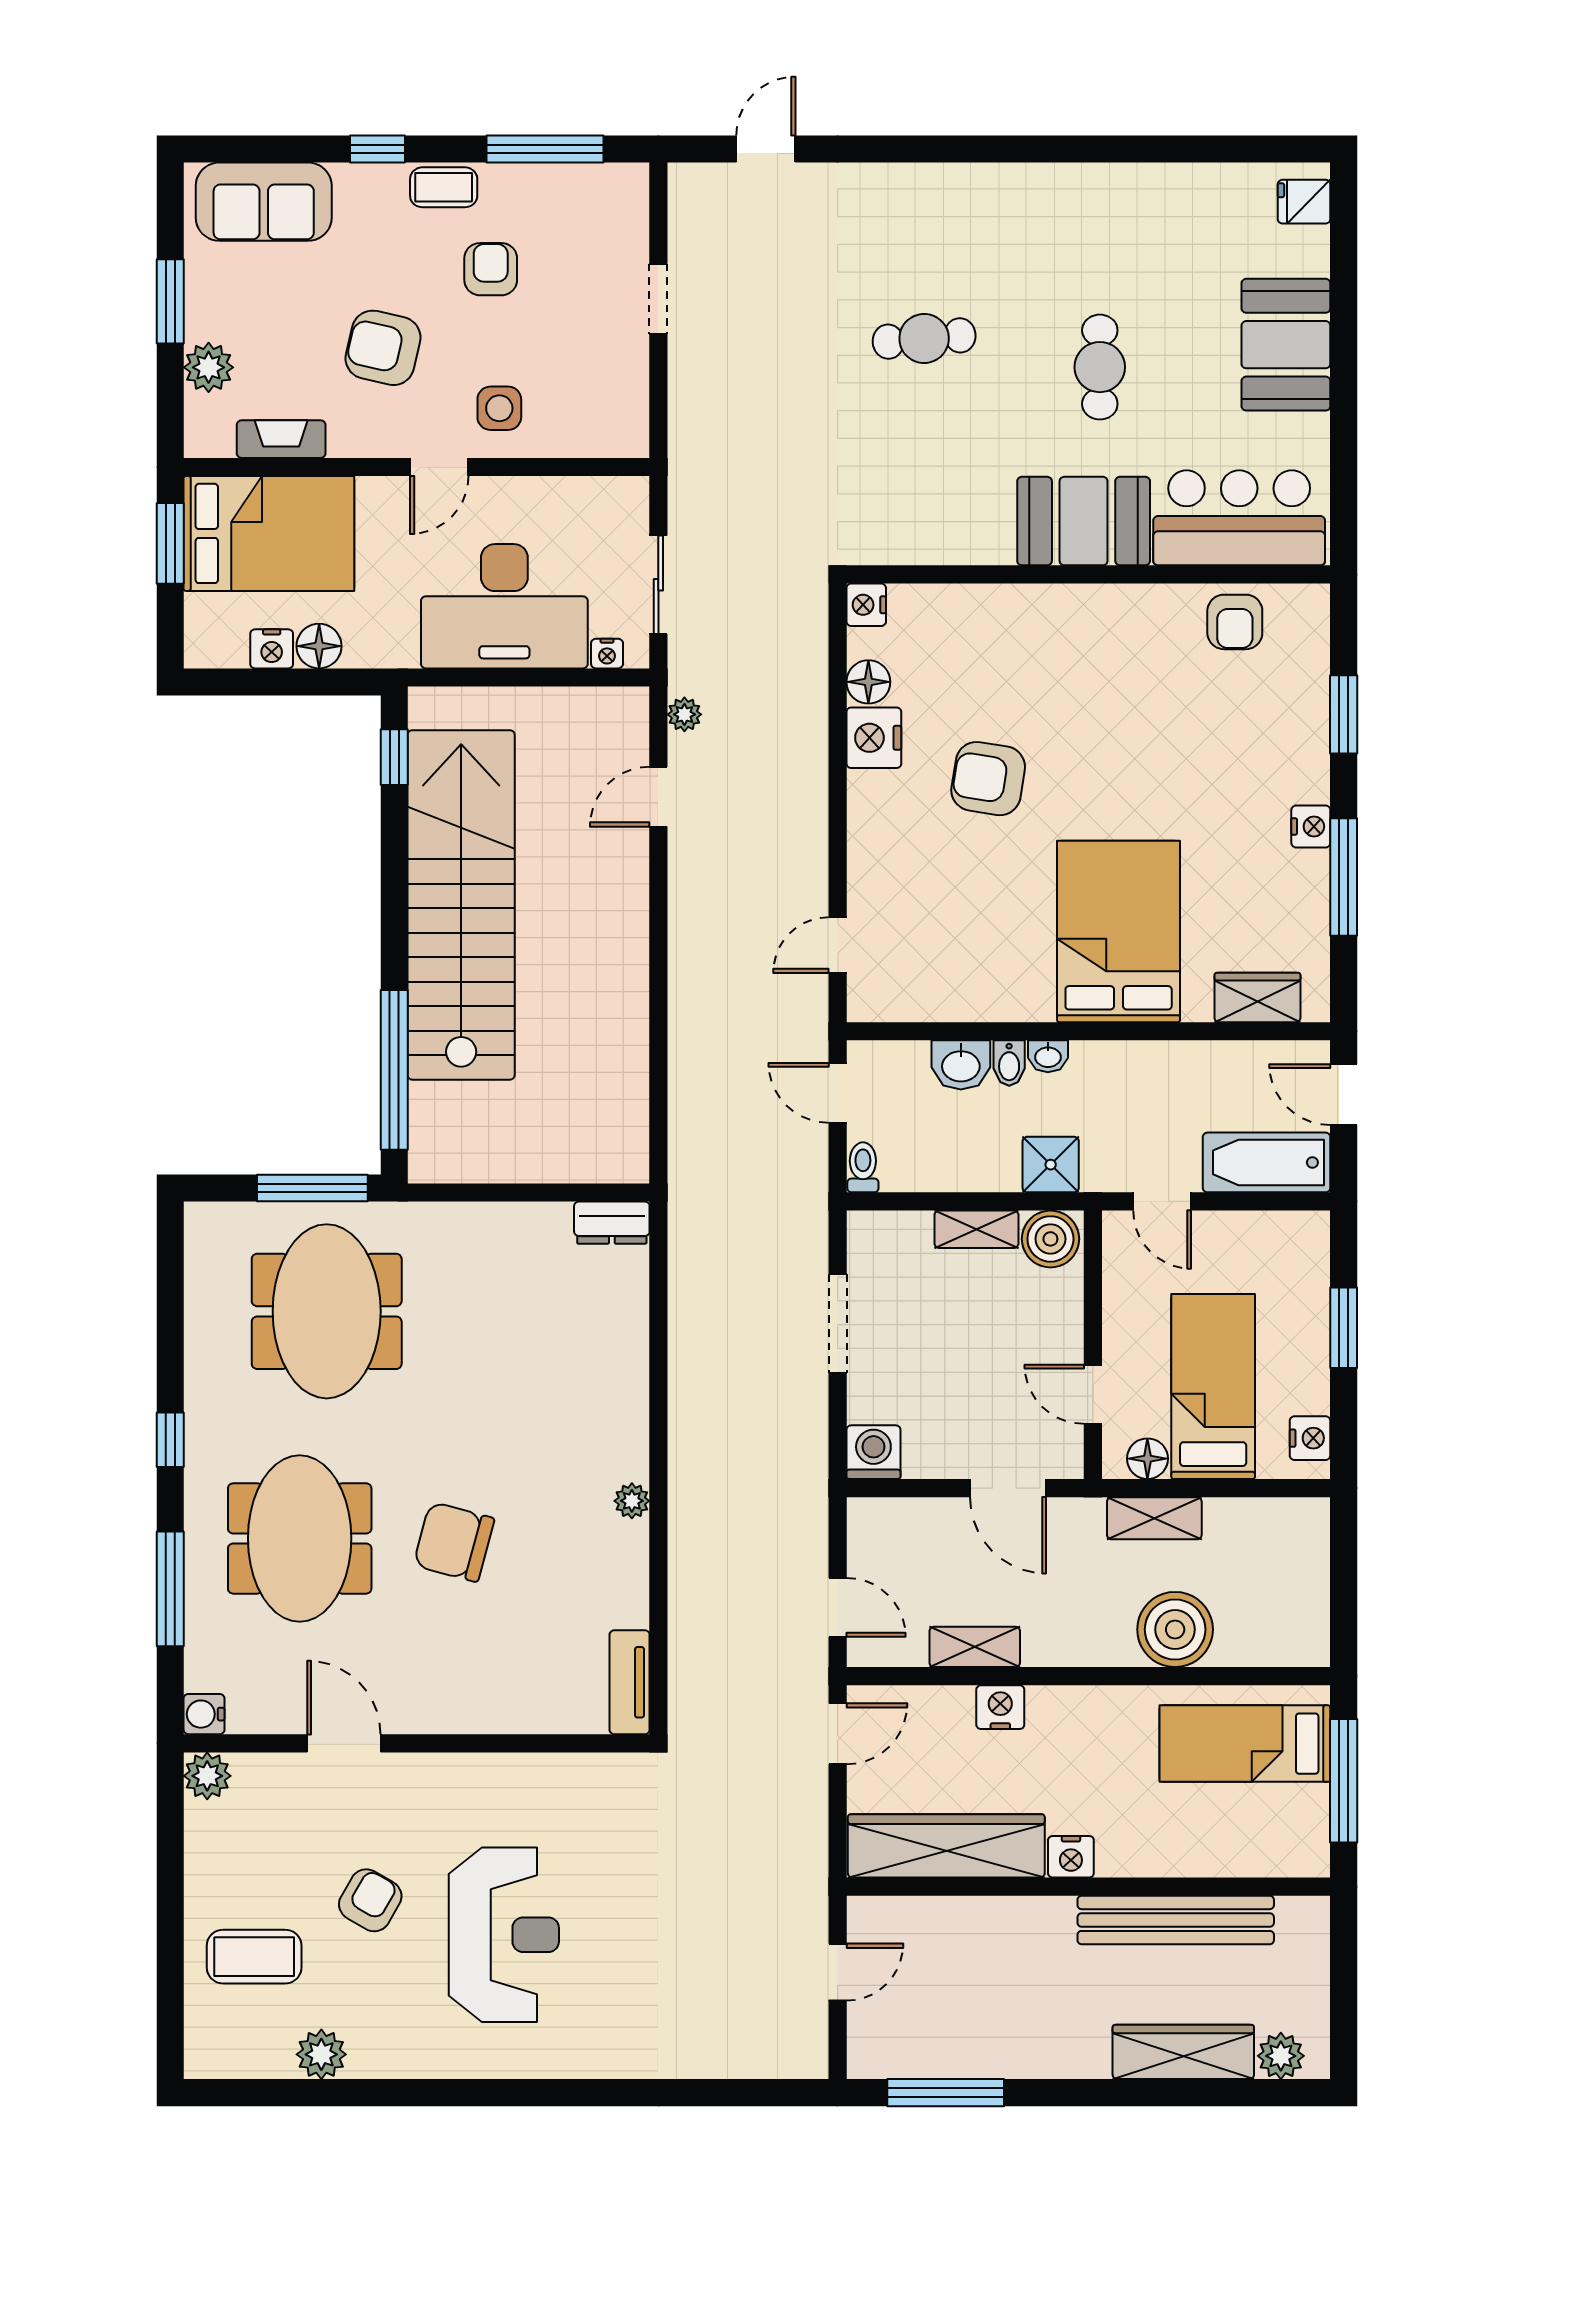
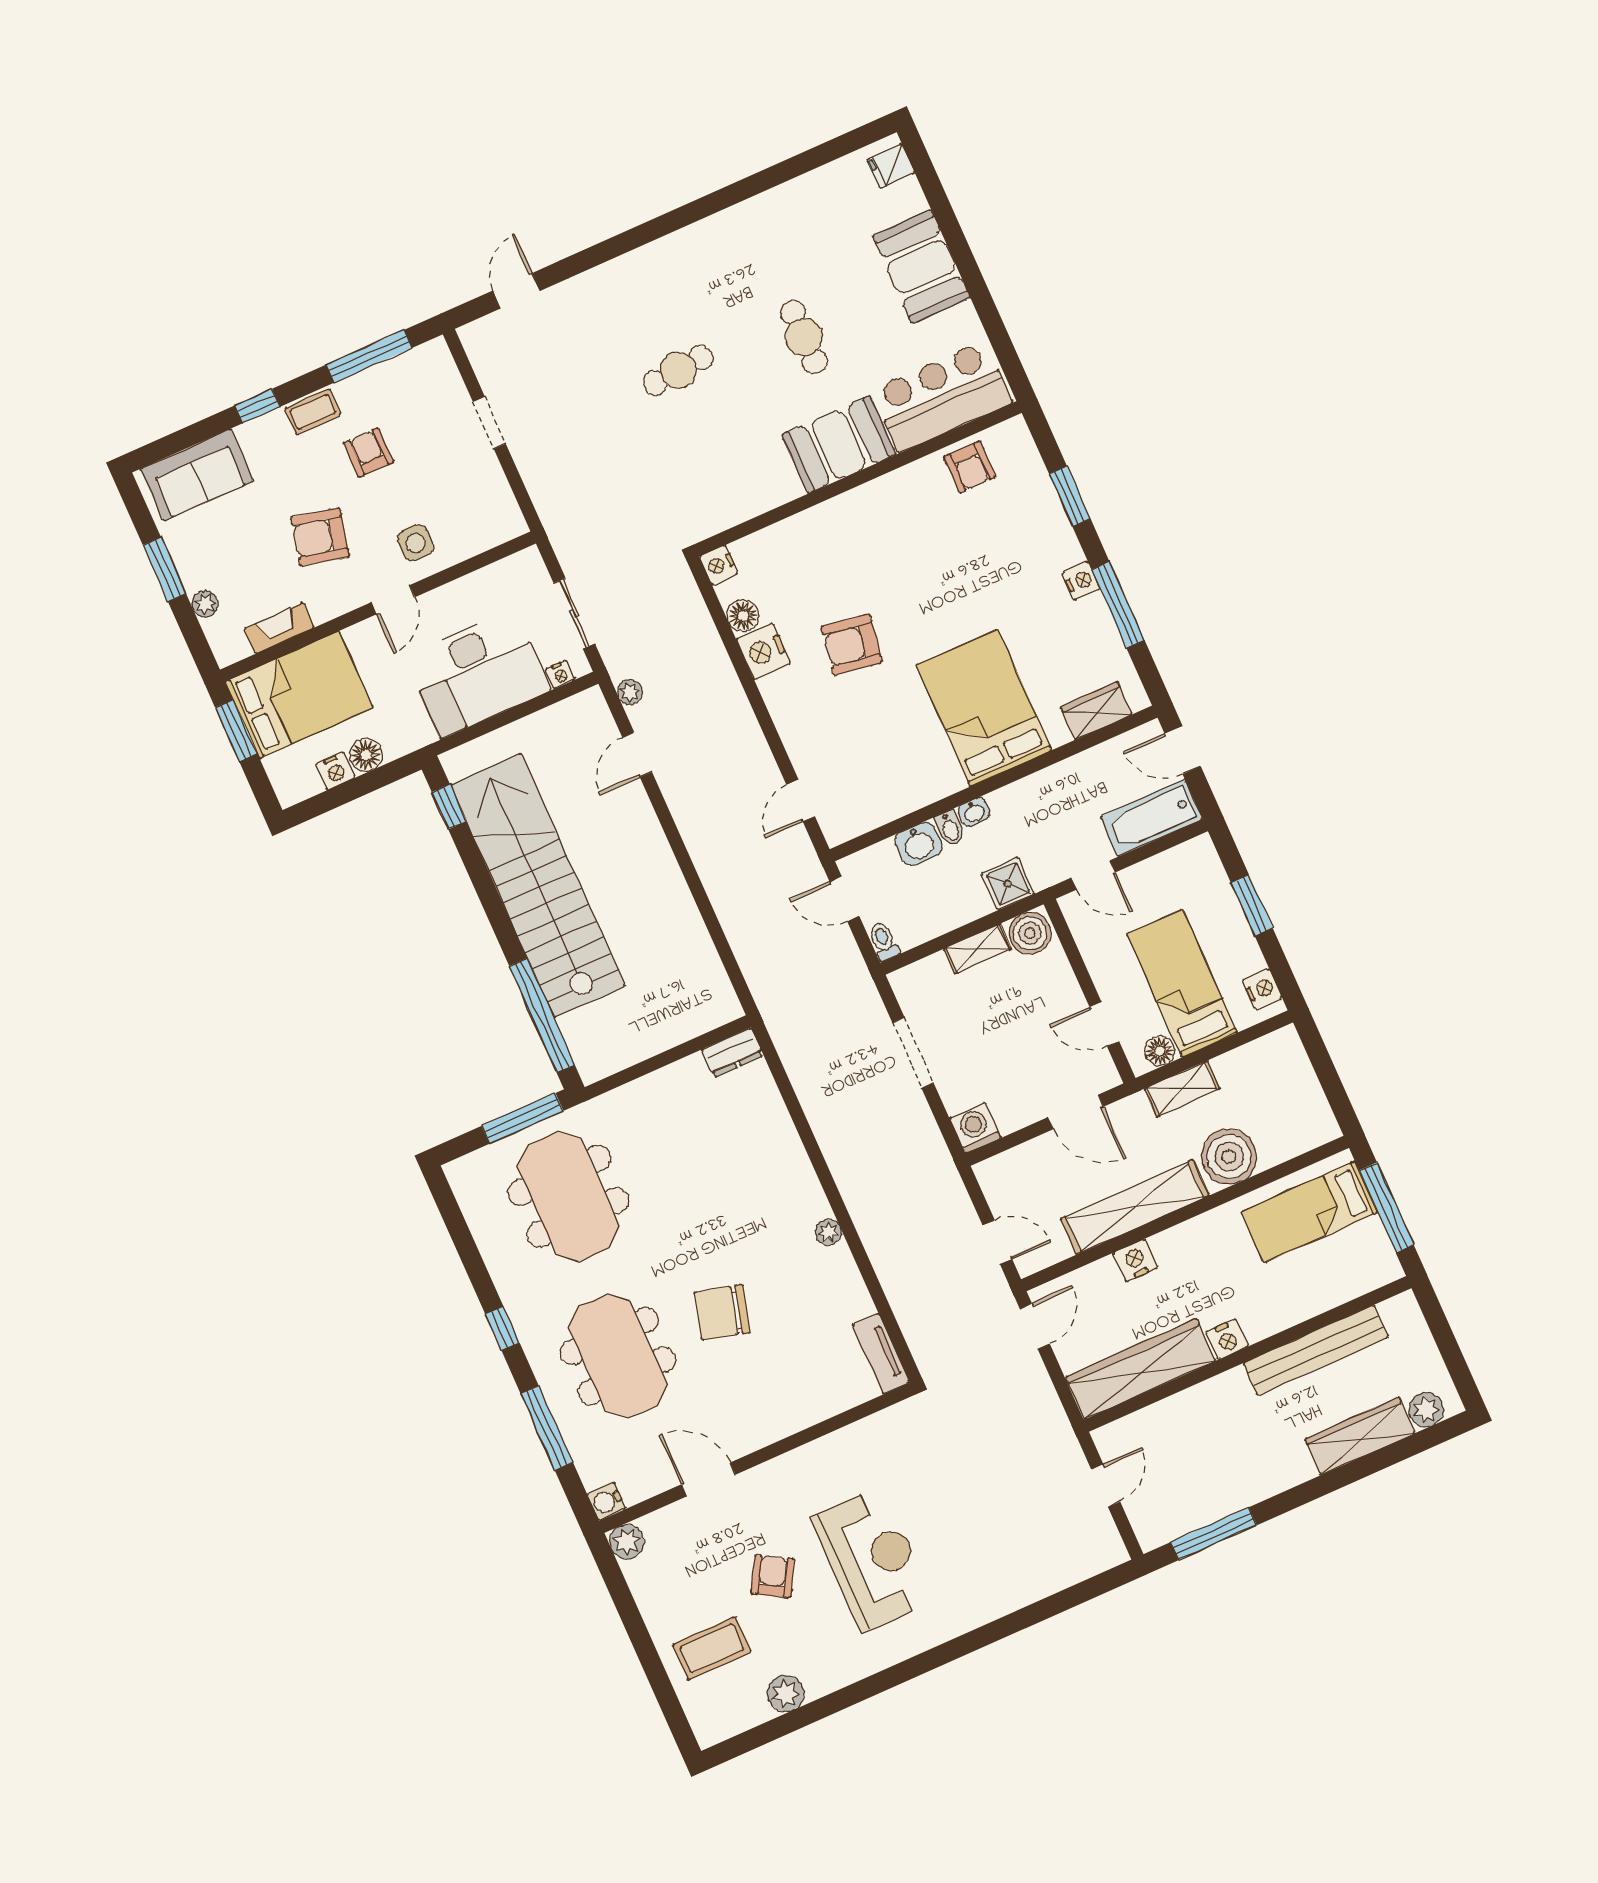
plant: (209, 367) -> (205, 604), width x0.73, depth x0.73
shelving: (975, 1647) -> (1135, 1207), width x2.20, depth x1.33

